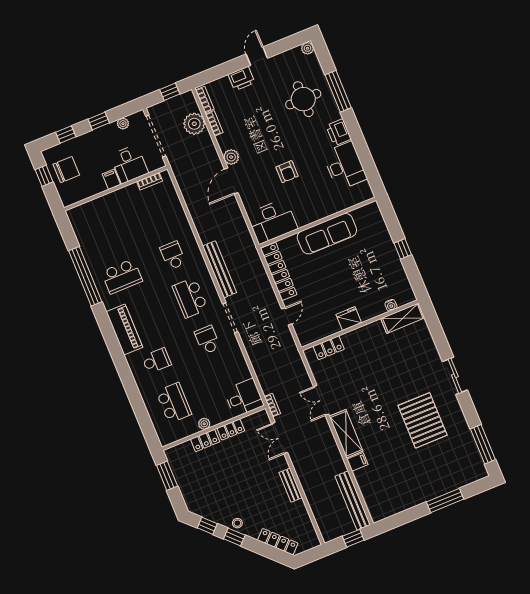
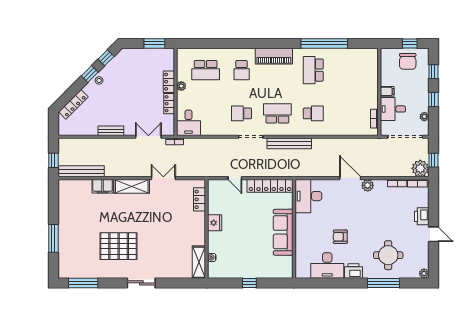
plant: (194, 124) -> (420, 168), moved
armchair: (287, 172) -> (340, 237), moved
school desk: (207, 340) -> (242, 113), turned 180
filing cabinet: (357, 462) -> (103, 186), width x2.00

